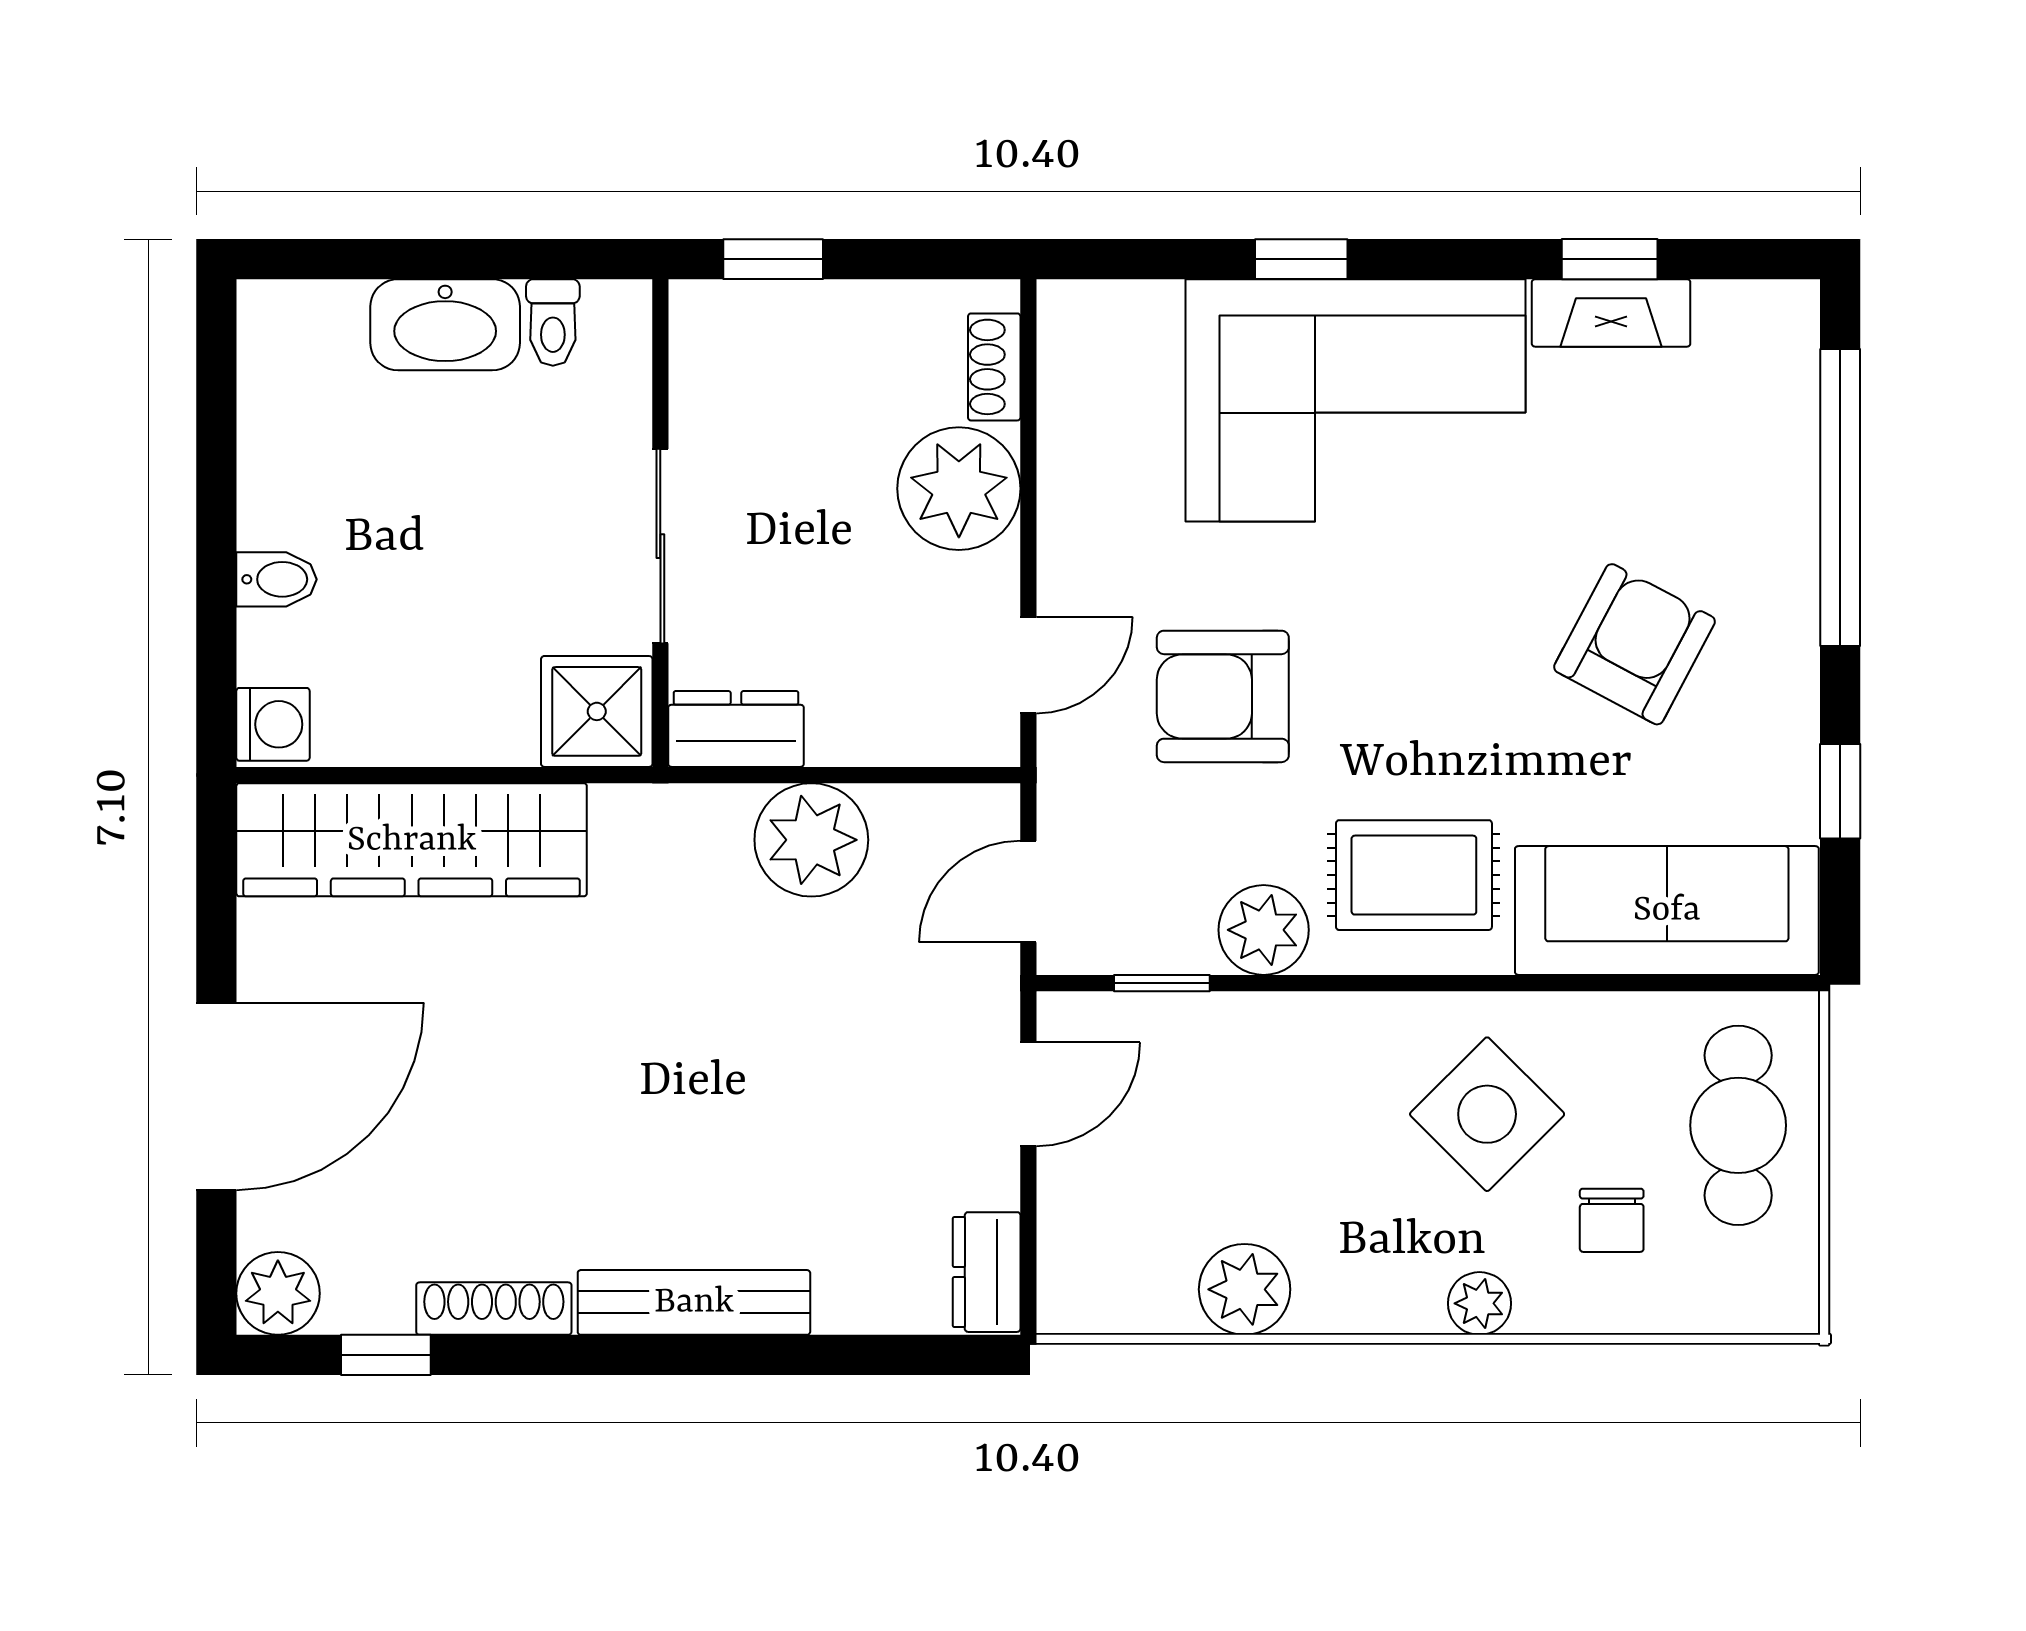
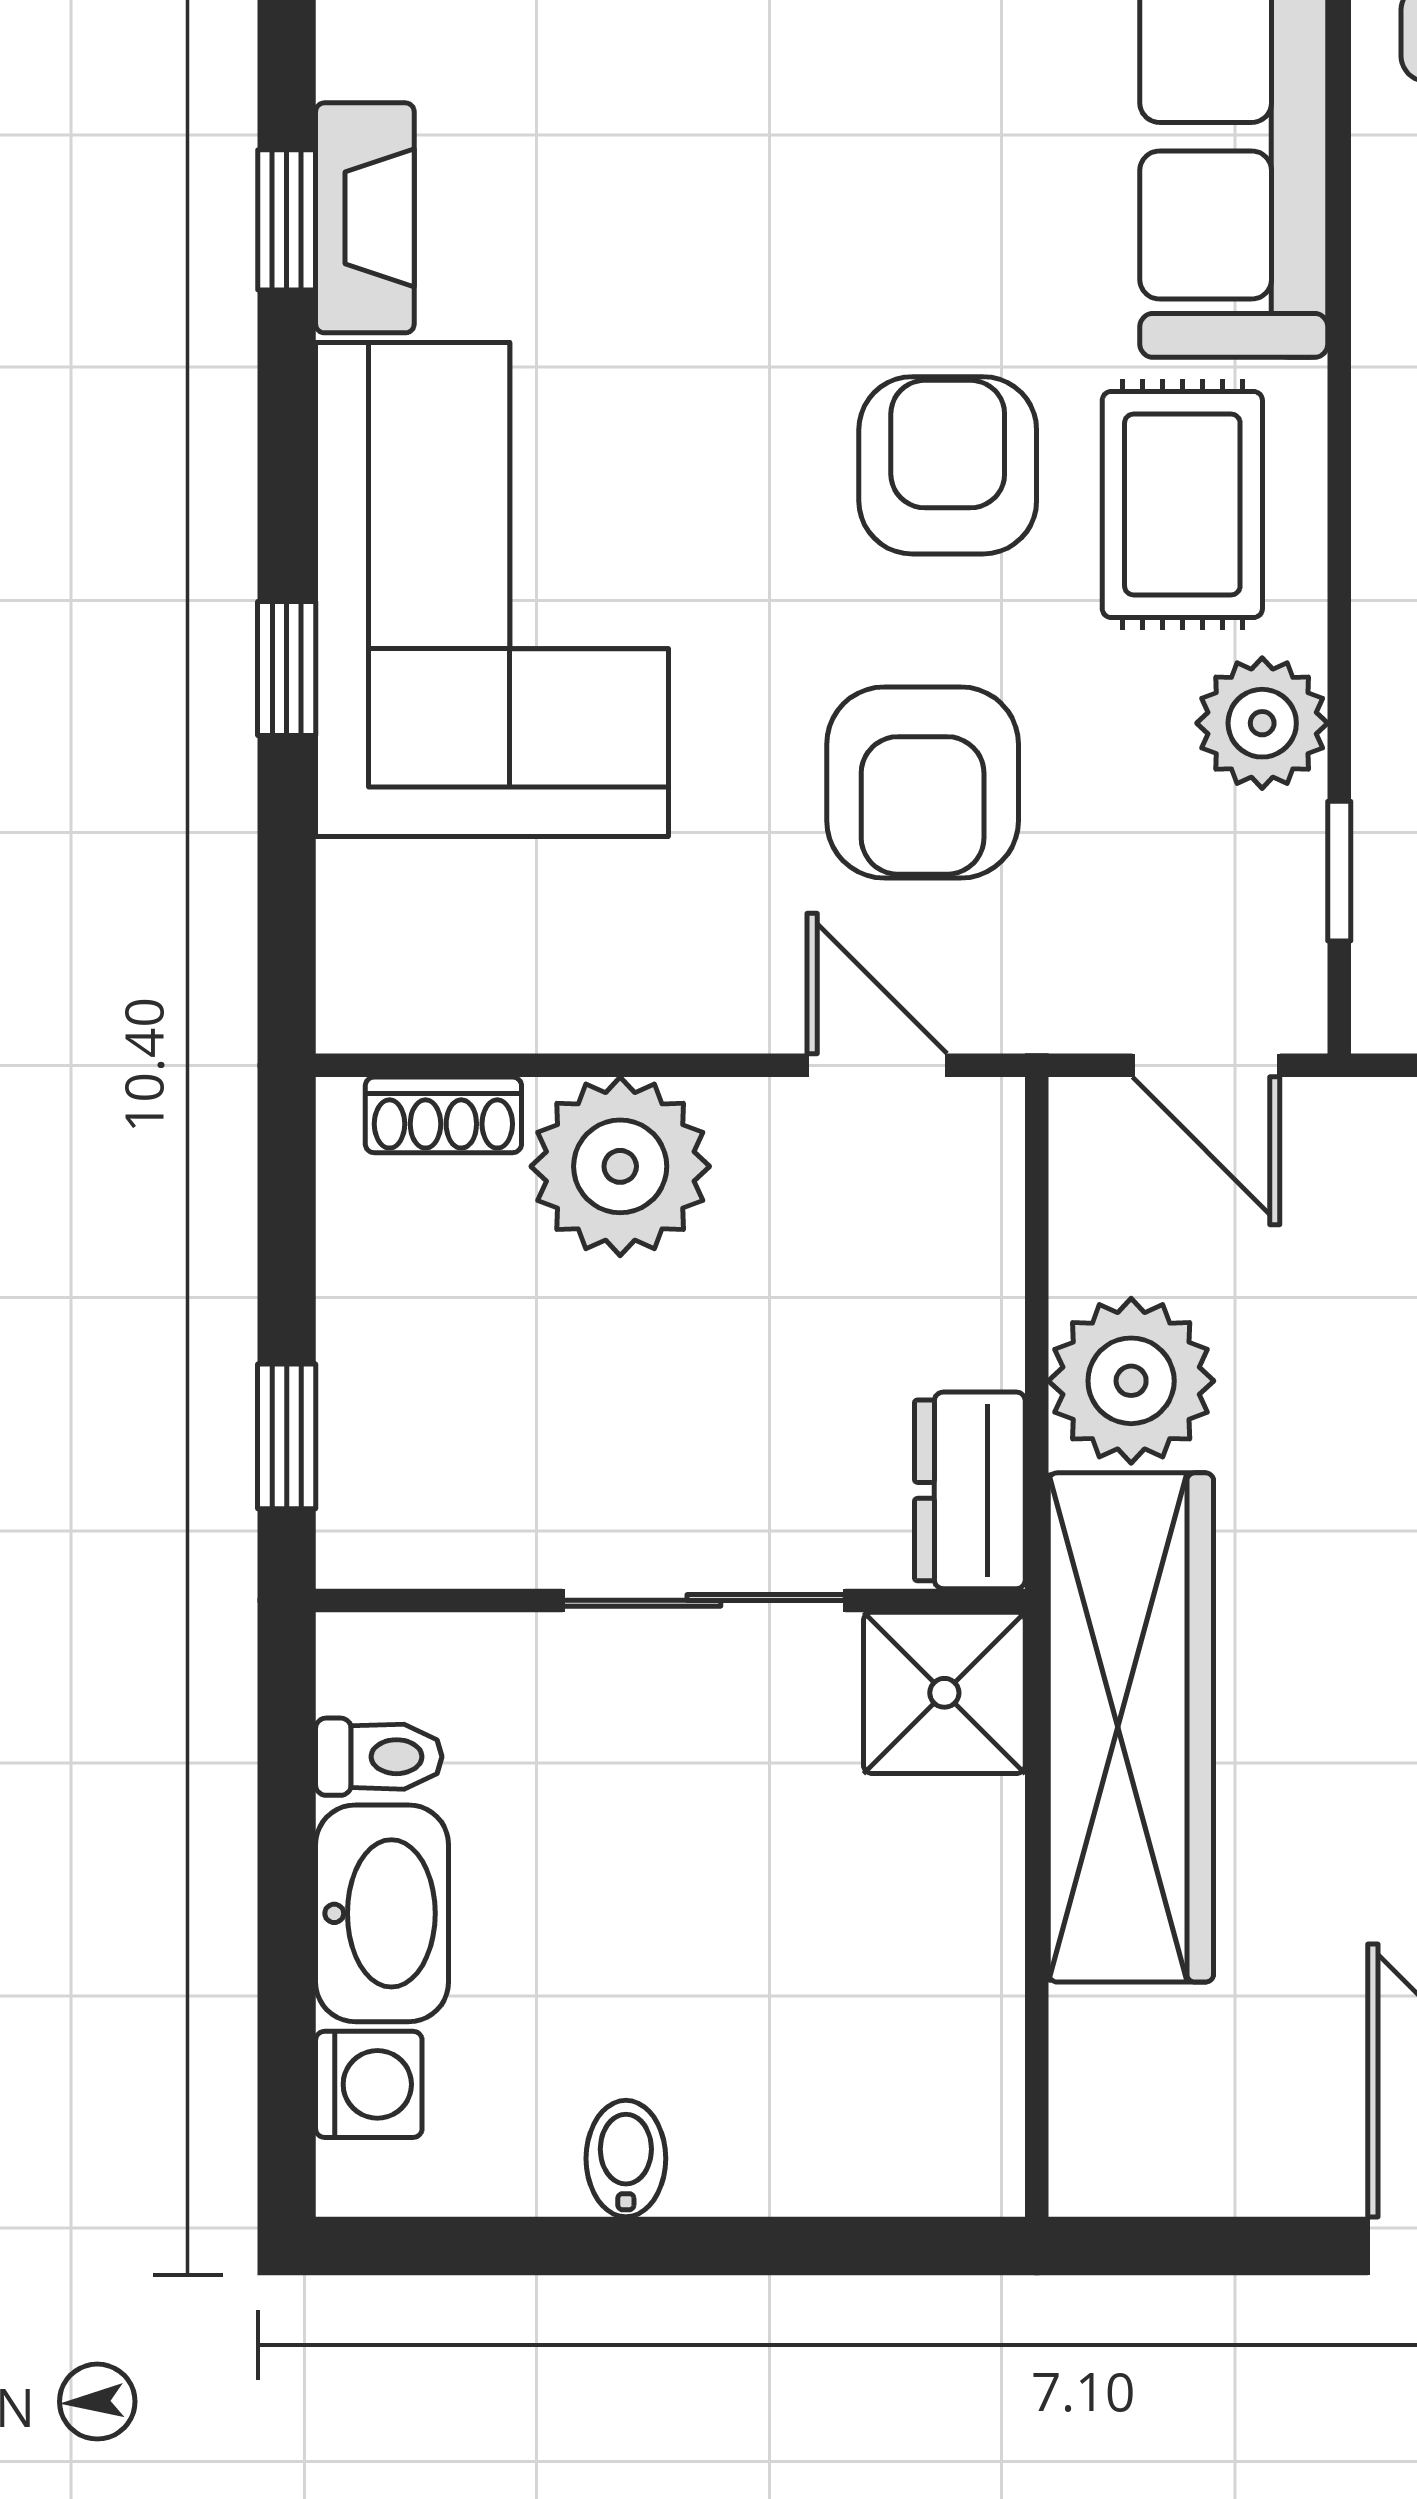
bidet: (277, 579) -> (626, 2159), moved
armchair: (1635, 644) -> (948, 465), moved, turned 62
washing machine: (273, 724) -> (369, 2084), moved, turned 90
wardrobe: (412, 840) -> (1131, 1727), moved

